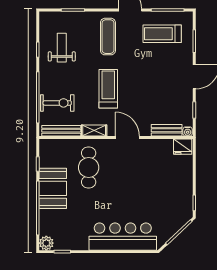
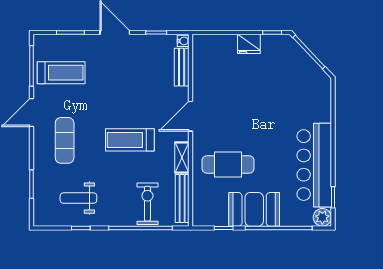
treadmill: (162, 34) -> (61, 73), turned -90
exercise mat: (108, 37) -> (65, 140), turned 90
fridge: (183, 147) -> (249, 44), moved, turned 90
bar counter: (123, 237) -> (314, 165), moved

